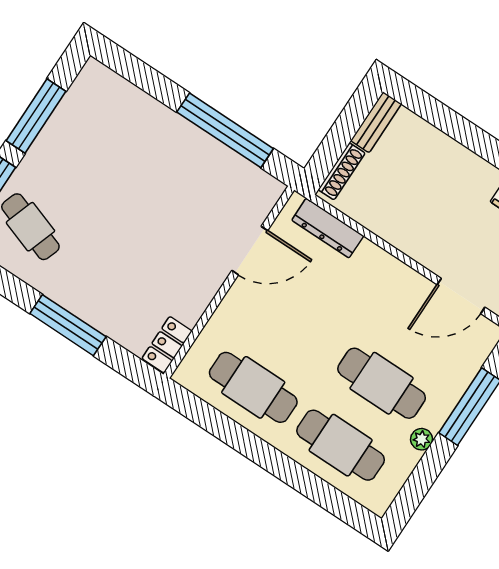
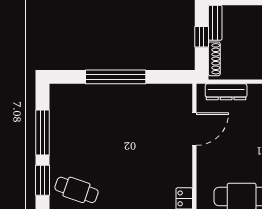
window: (344, 129) -> (202, 37), added
window: (225, 130) -> (116, 77), moved

